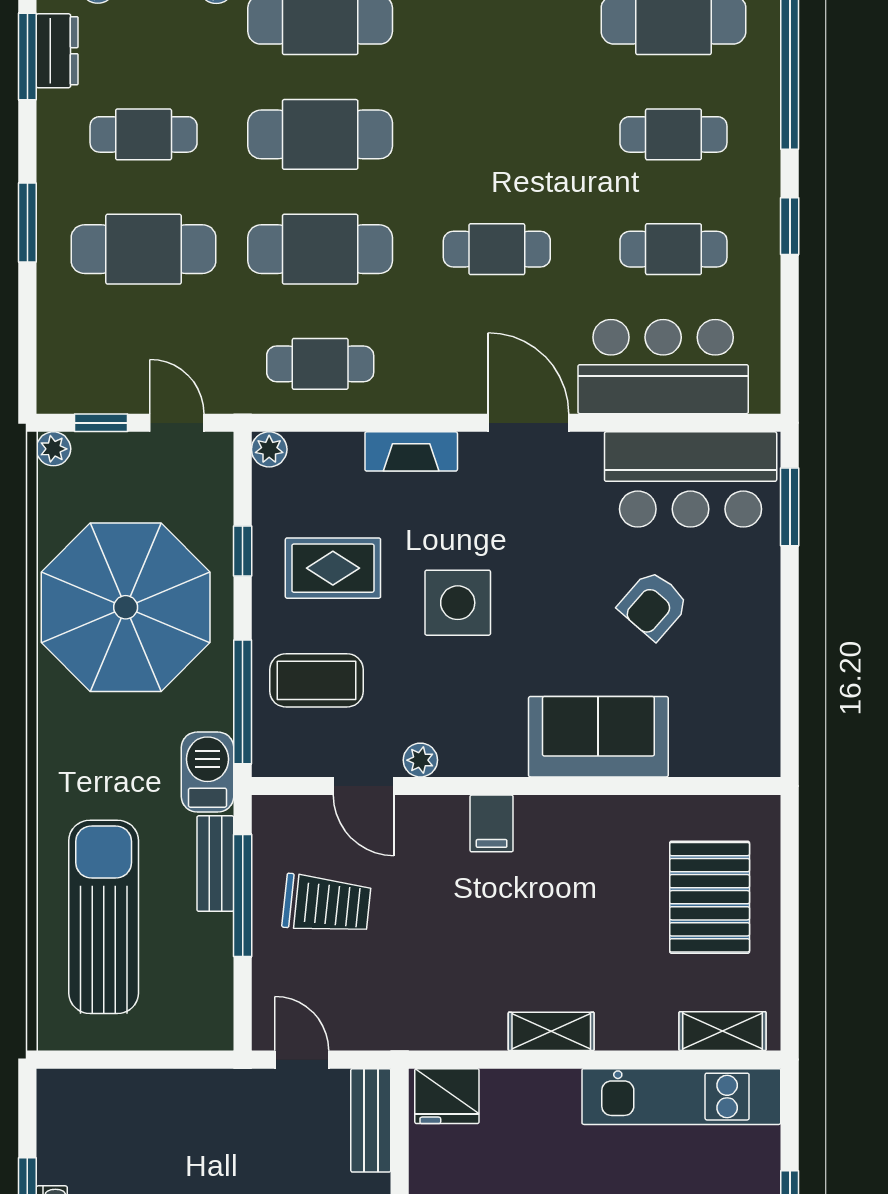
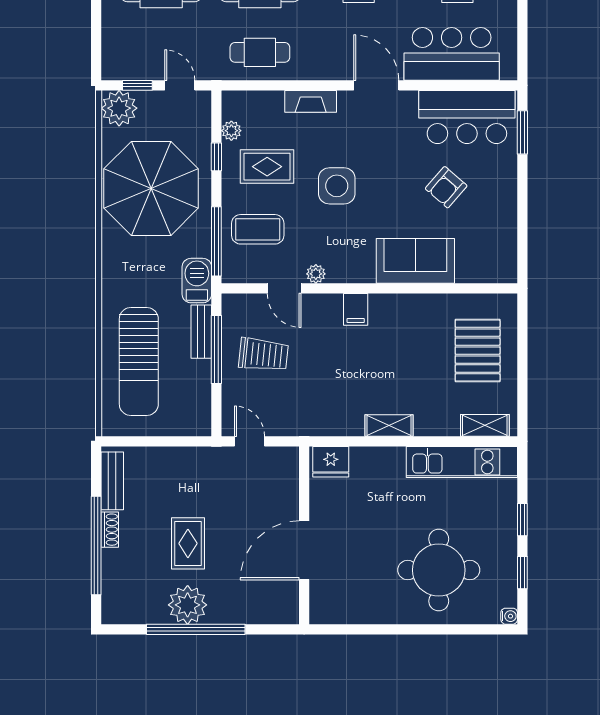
plant: (53, 449) -> (119, 108), width x1.88, depth x1.88
plant: (269, 449) -> (231, 131), moved
sun lounger: (104, 917) -> (139, 362), turned 180
bench: (371, 1120) -> (112, 481), moved

